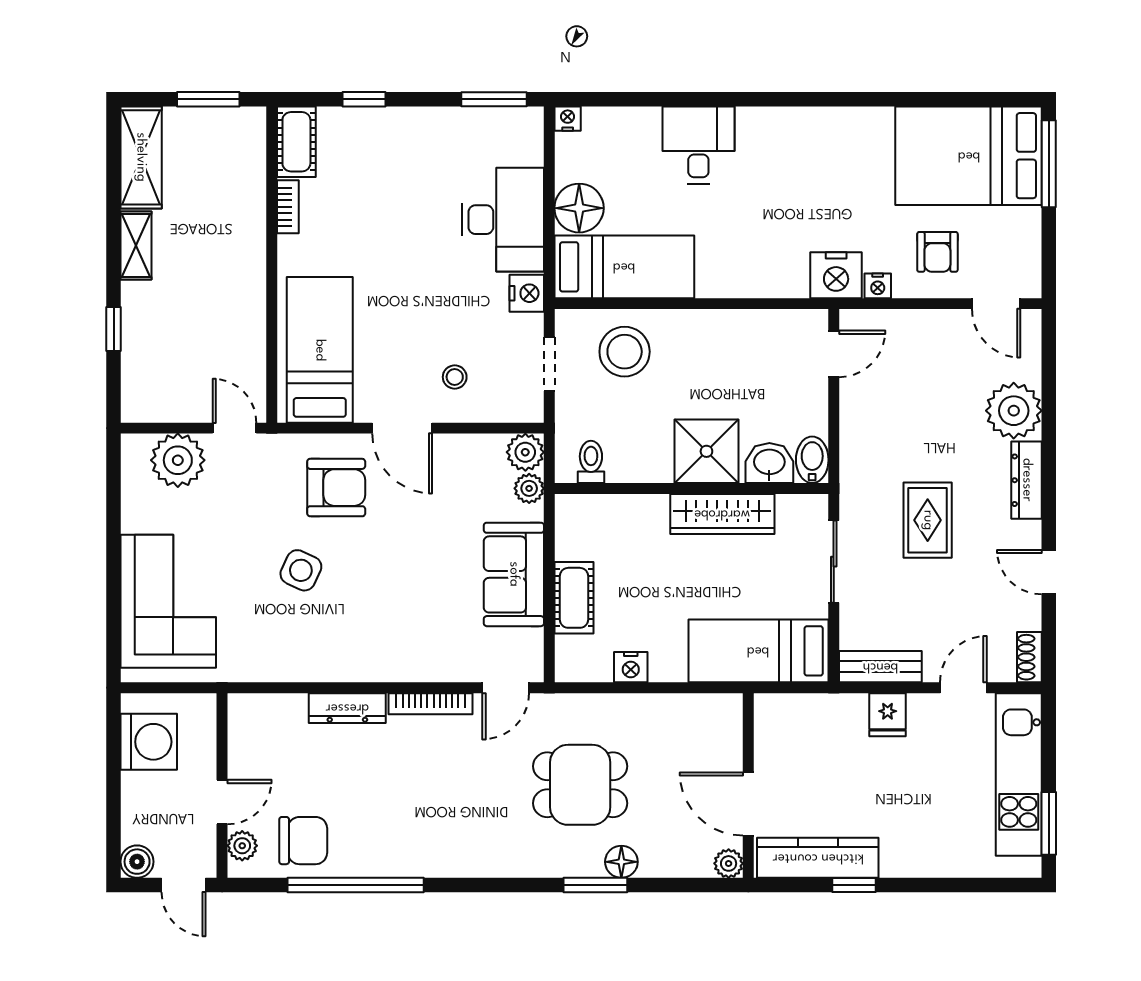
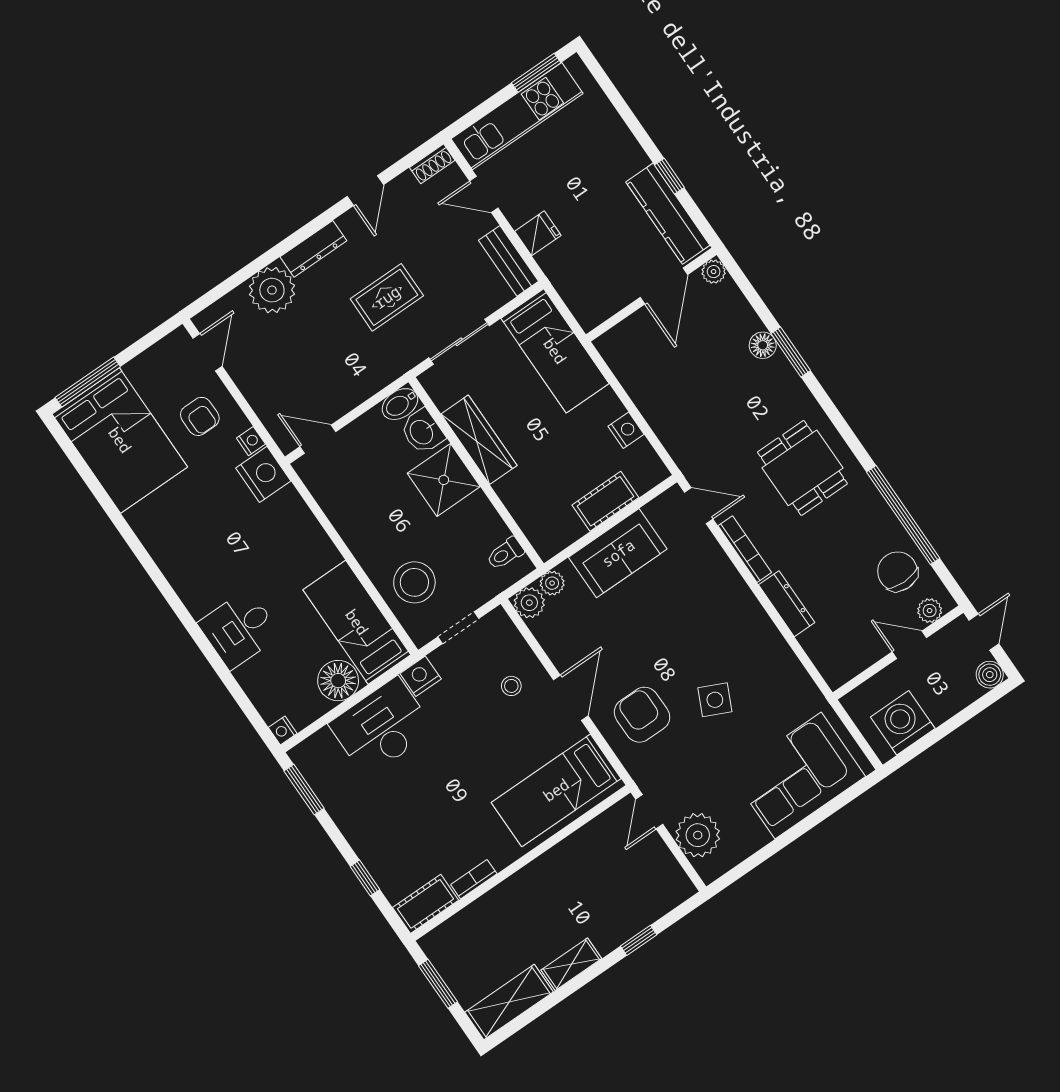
armchair: (937, 252) -> (200, 416), turned 90
dining table: (580, 785) -> (802, 468), moved

